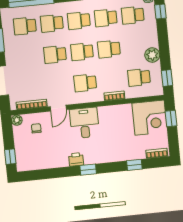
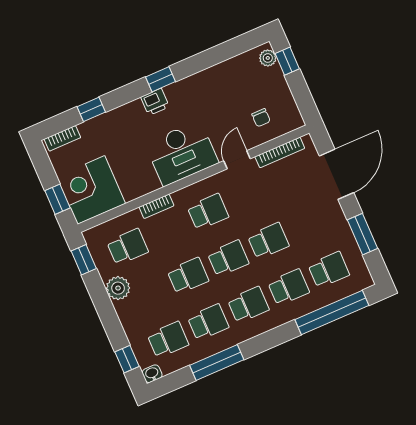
plant: (17, 120) -> (268, 58), moved
desk: (84, 123) -> (182, 153), width x1.37
printer: (76, 159) -> (155, 102), moved

